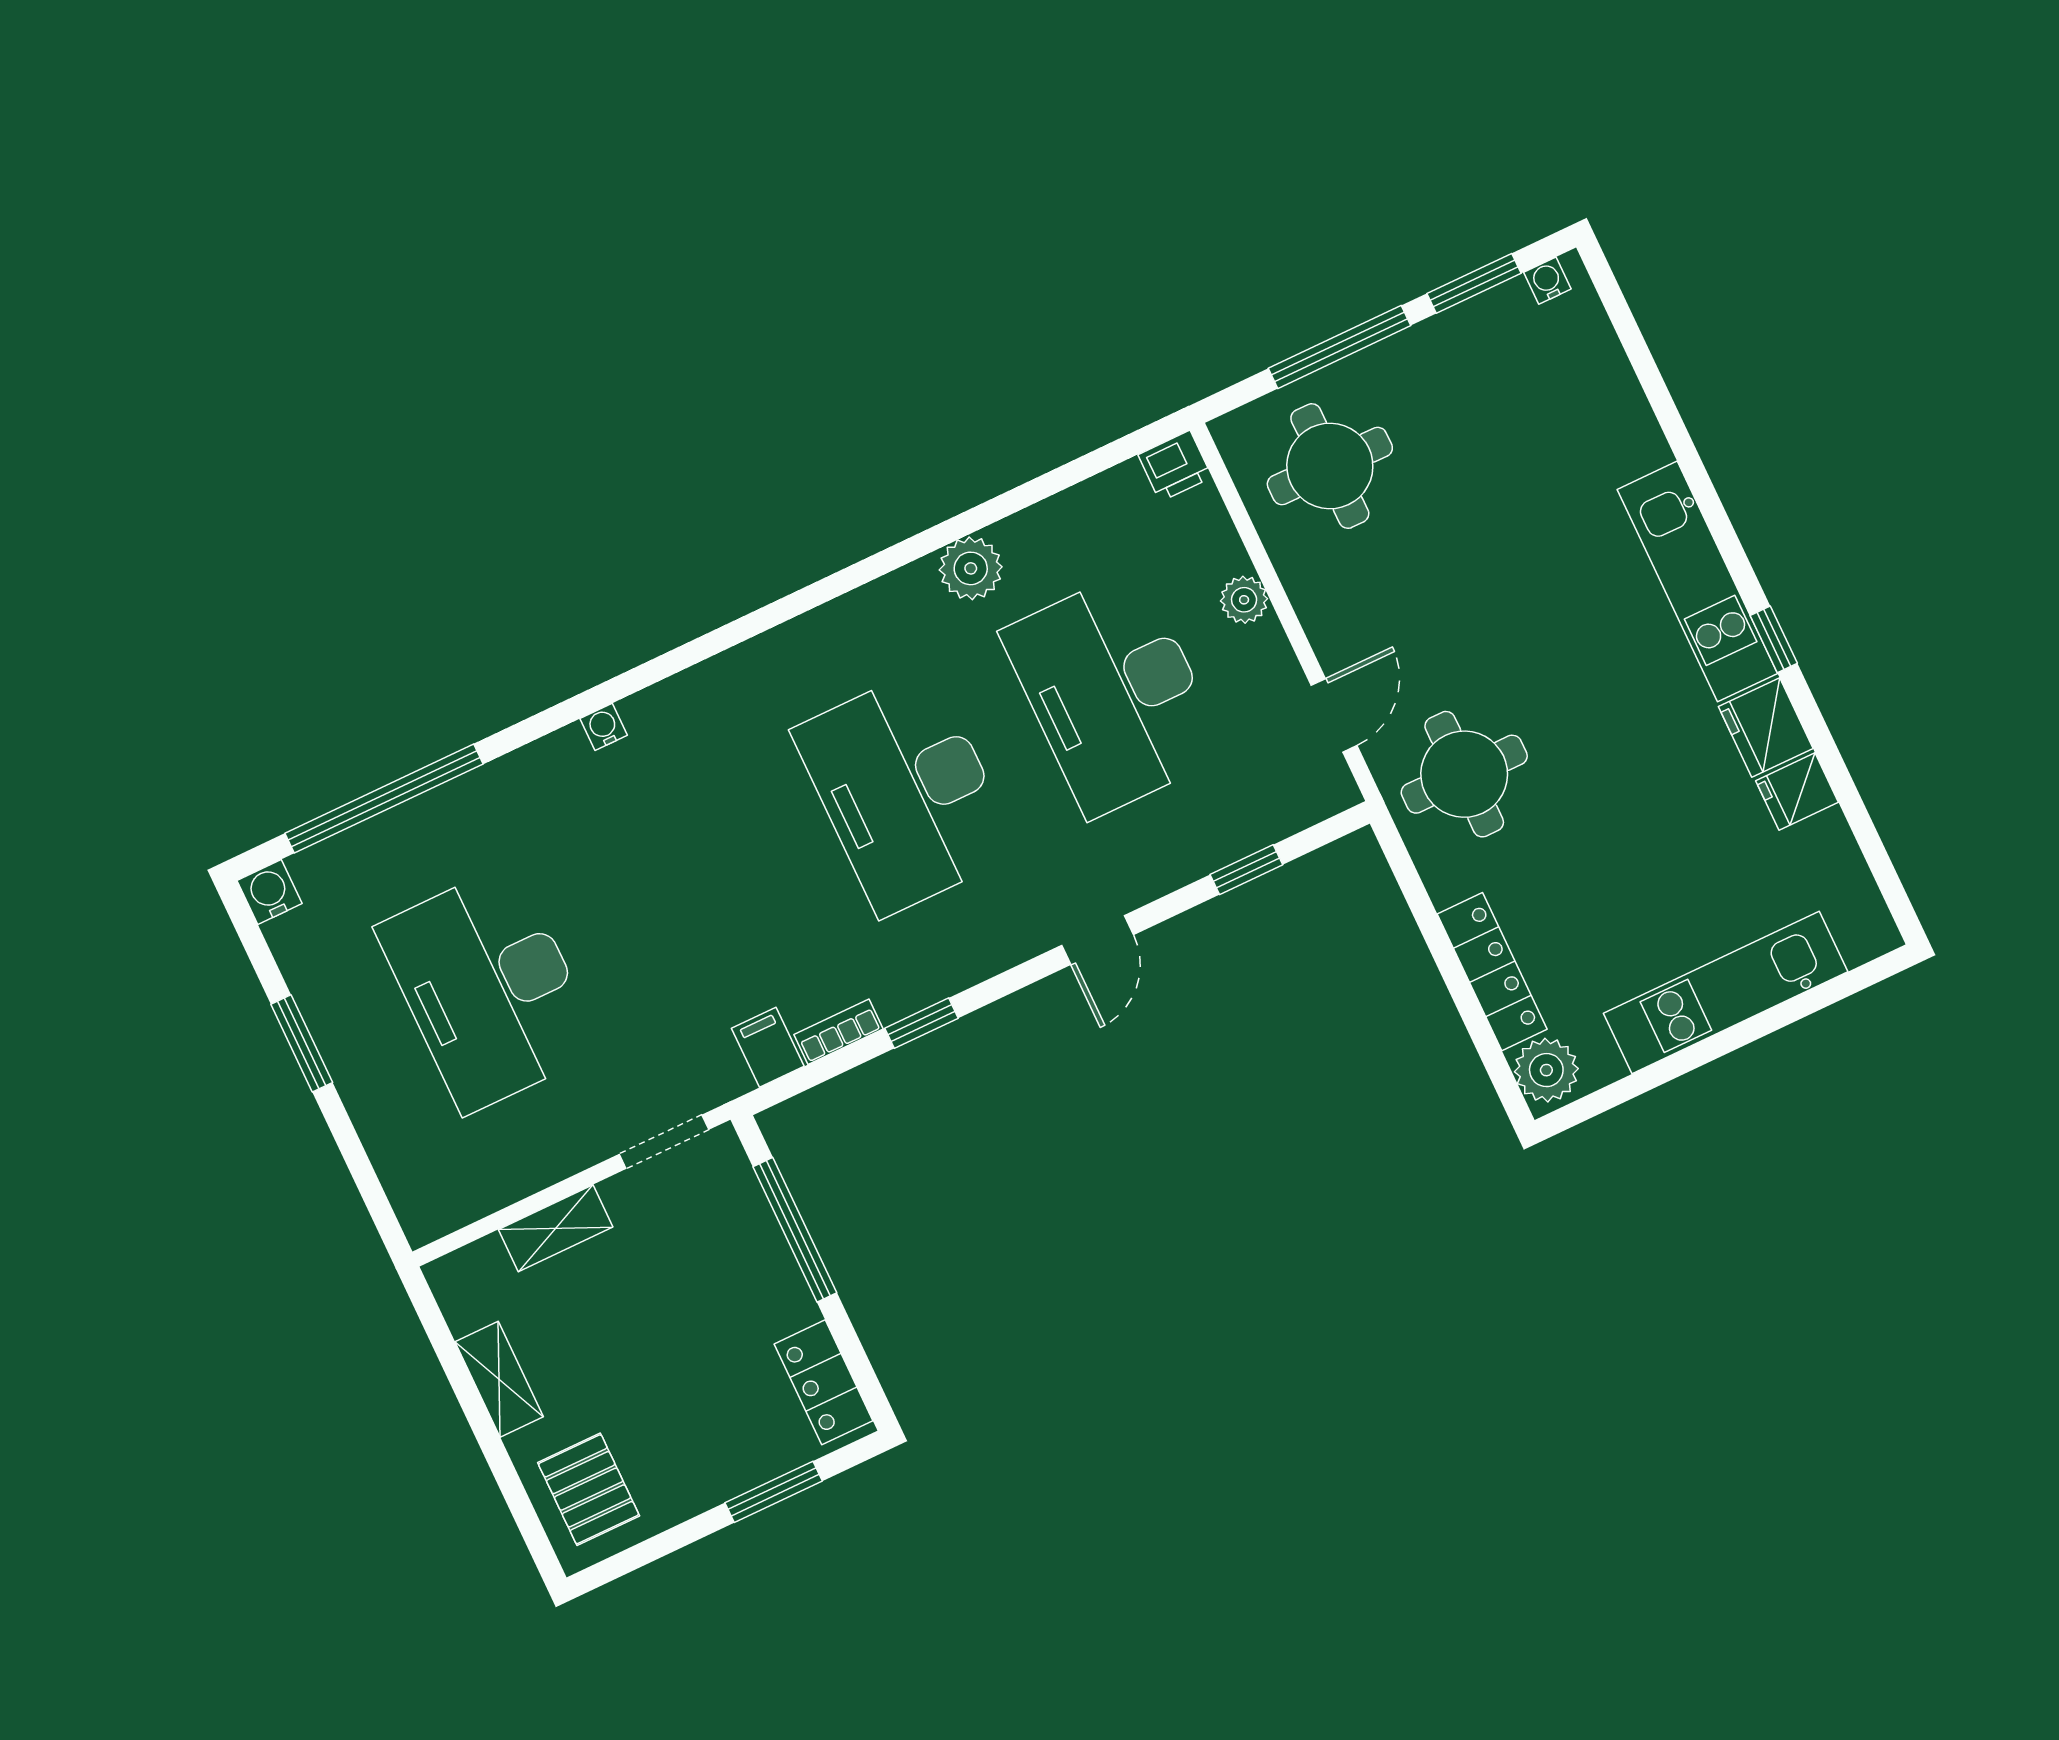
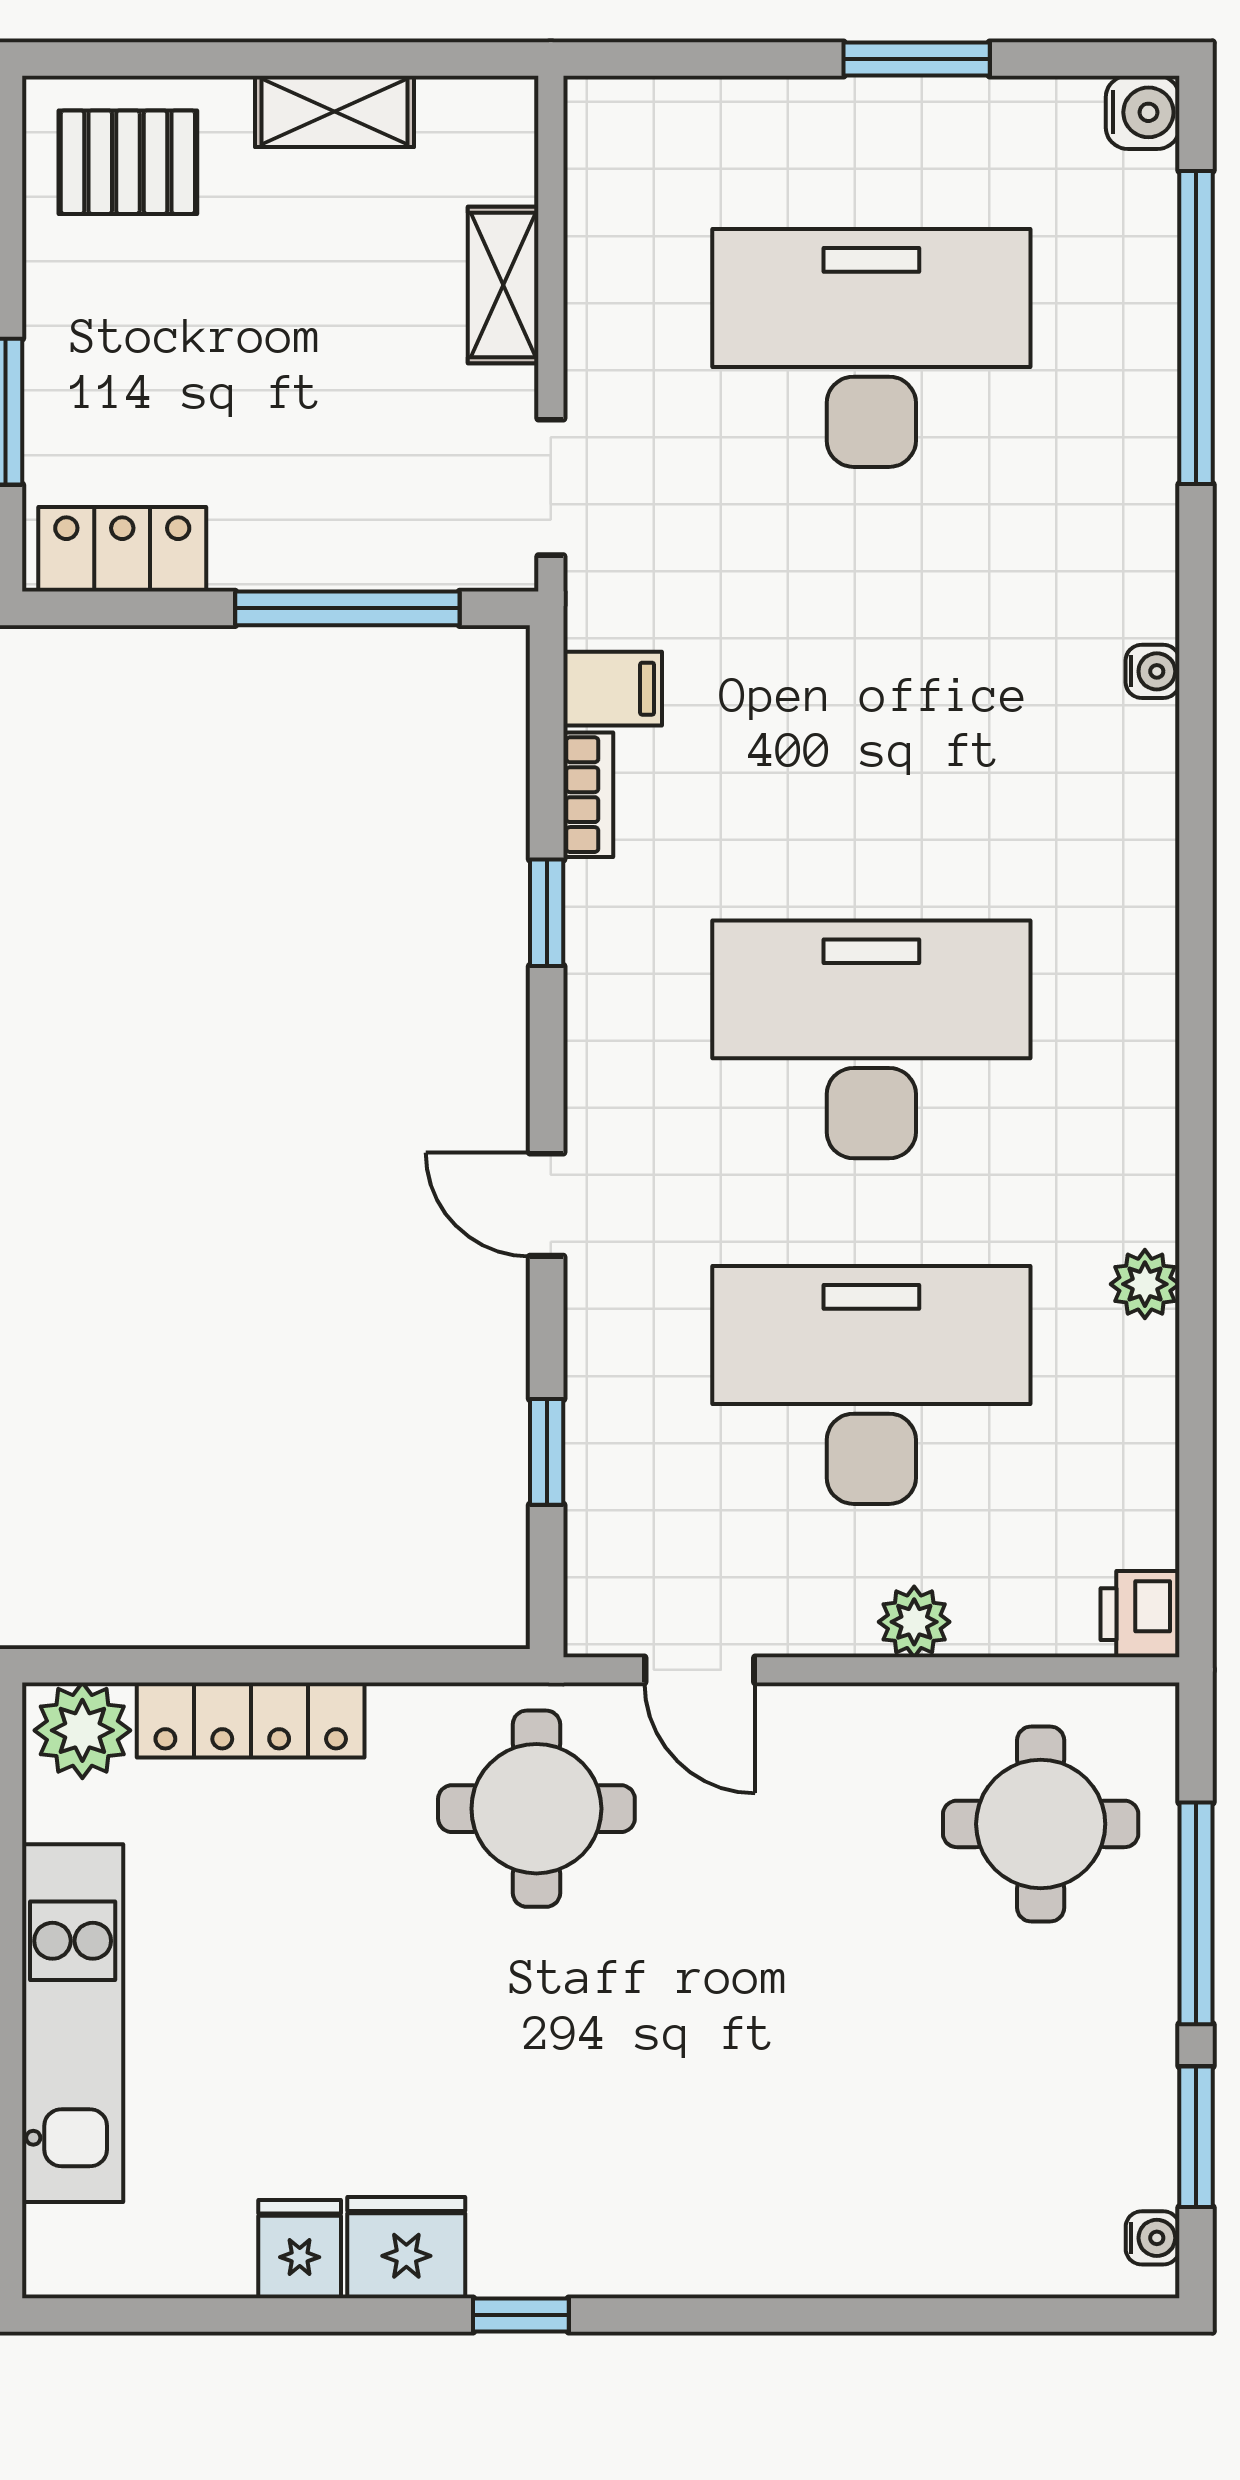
plant: (971, 568) -> (1145, 1284), width x0.73, depth x0.73
kitchen unit: (1697, 581) -> (648, 2249), removed

